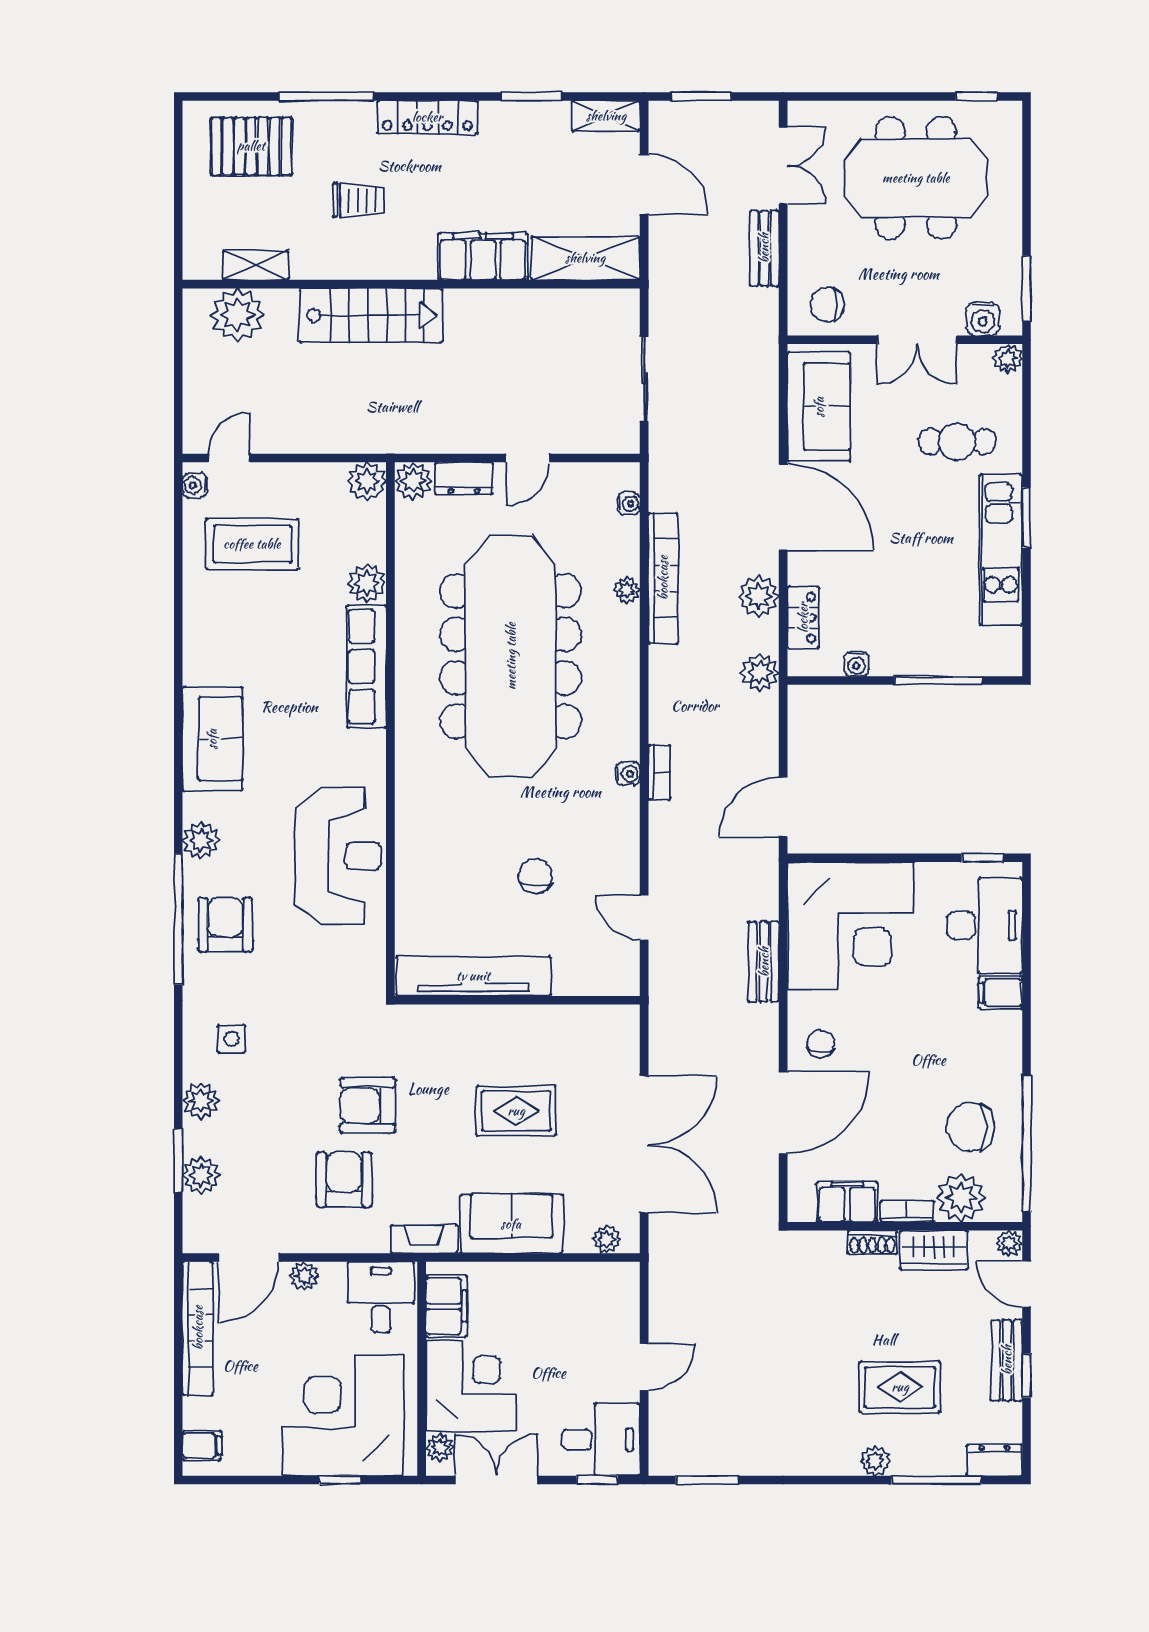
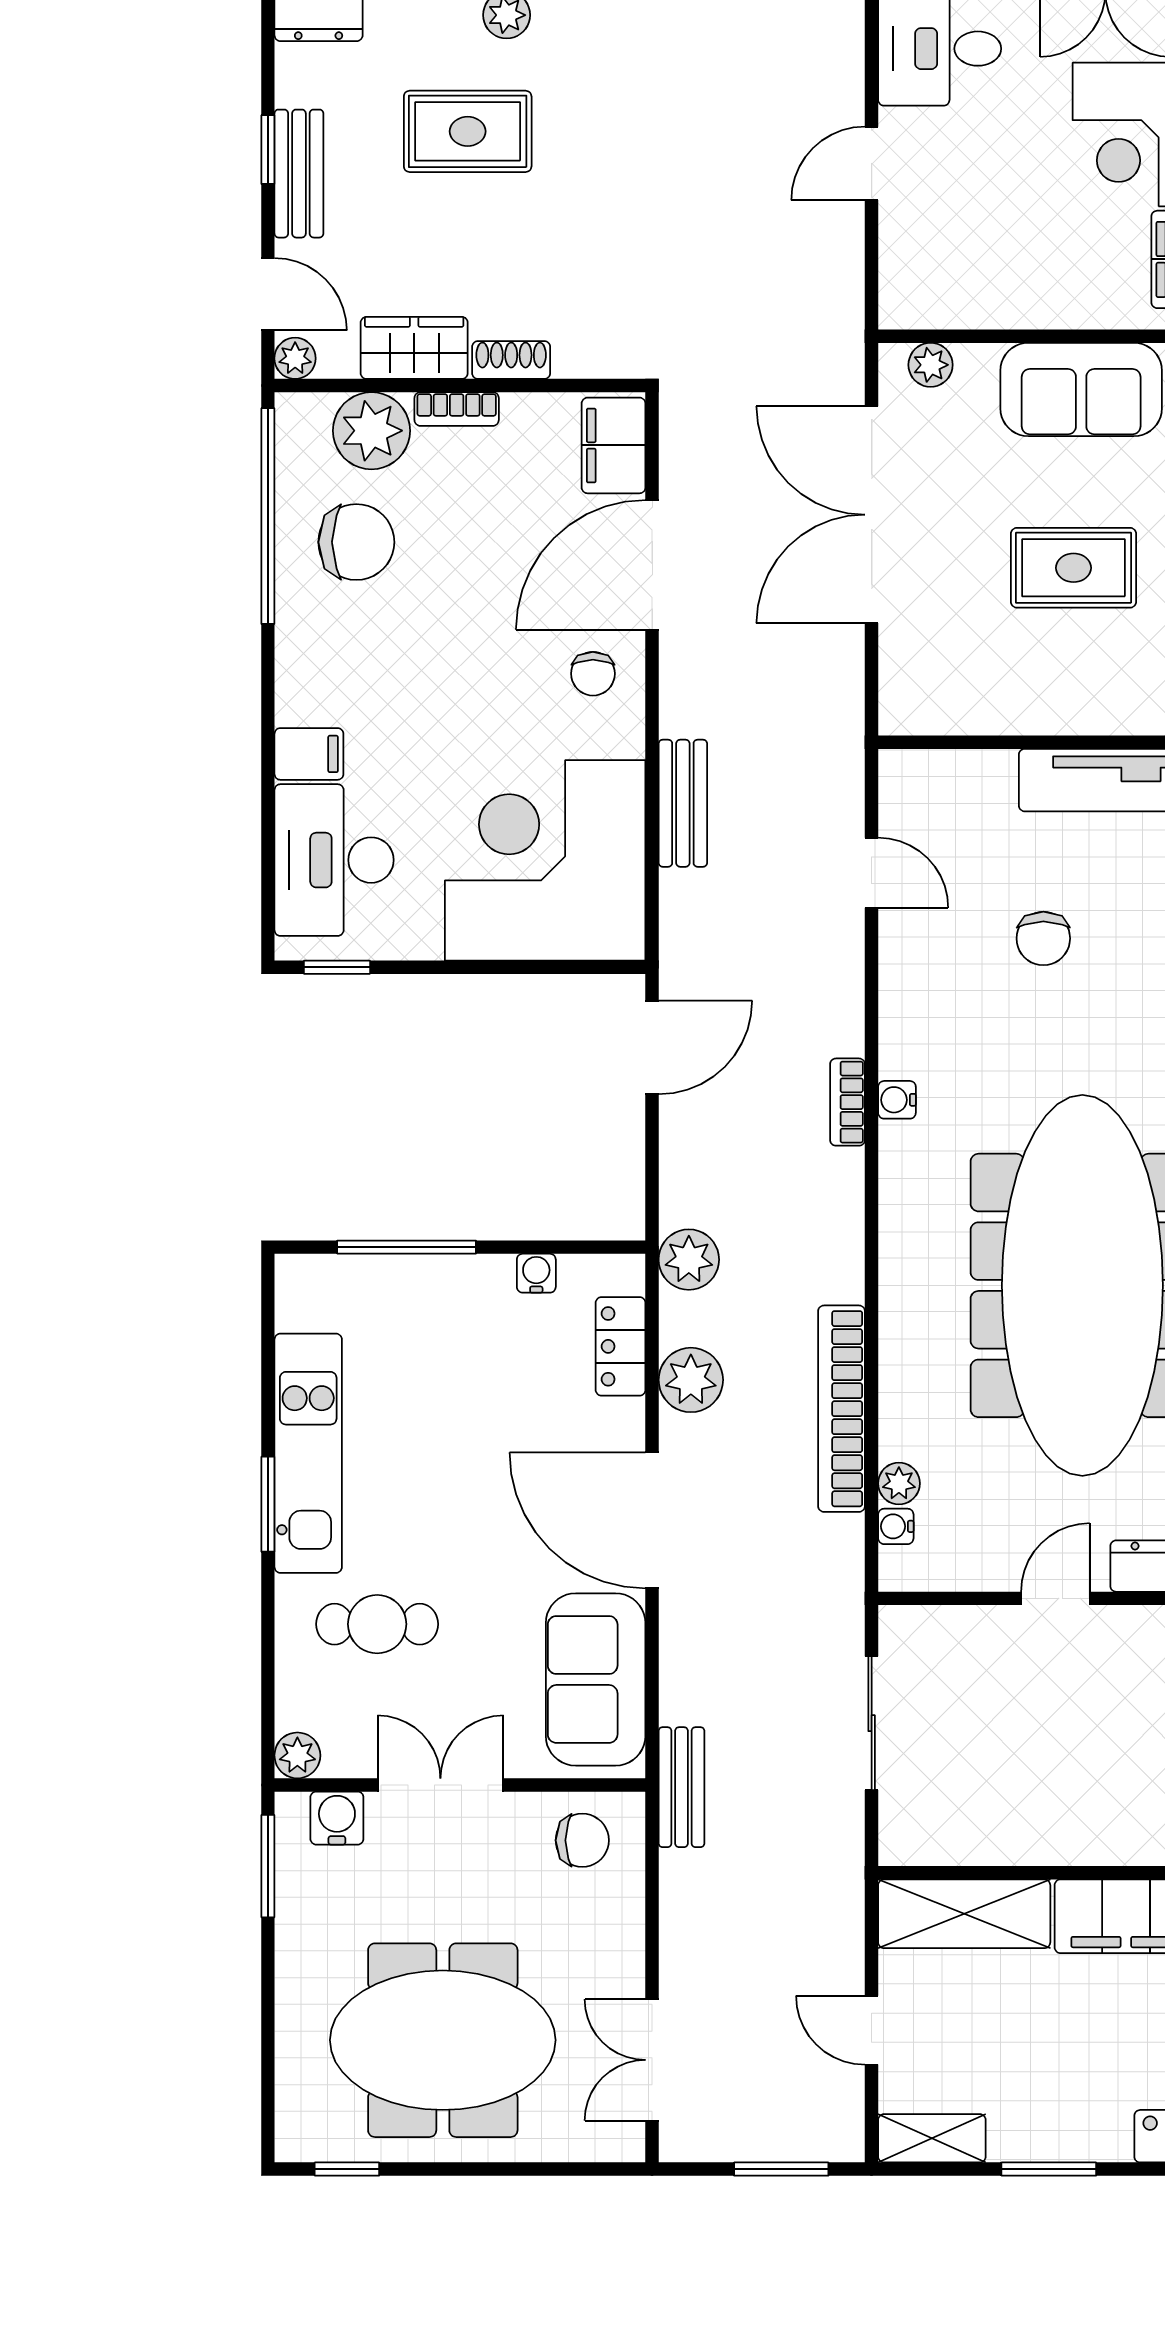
door: (644, 184) -> (872, 2030), width x0.73
bench: (764, 248) -> (682, 1787), moved
plant: (627, 590) -> (899, 1483), moved
filing cabinet: (847, 1202) -> (614, 445), moved, turned 90

